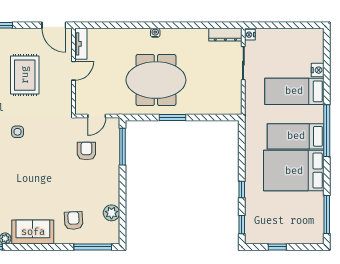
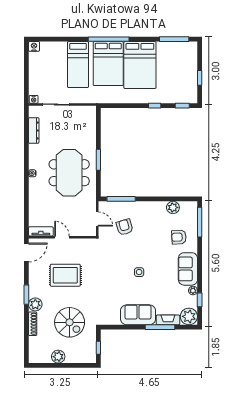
dresser: (225, 35) -> (34, 130), moved
nightstand: (318, 70) -> (34, 46), moved
side table: (18, 132) -> (139, 272), moved
bed: (296, 136) -> (108, 64), width x1.50
armchair: (86, 151) -> (125, 227), turned 74

